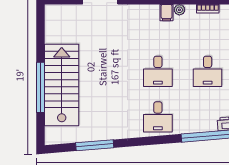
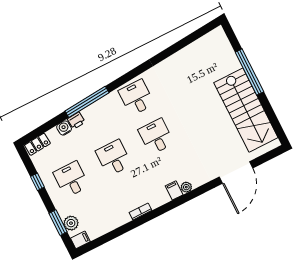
plant: (179, 10) -> (186, 187), moved
stairs: (62, 85) -> (246, 110), moved
window: (95, 145) -> (178, 46), removed

